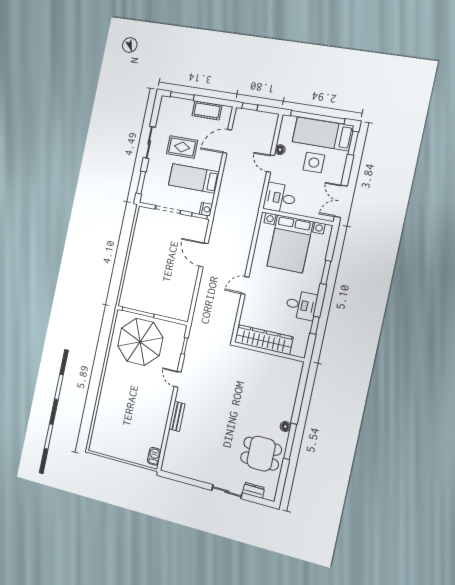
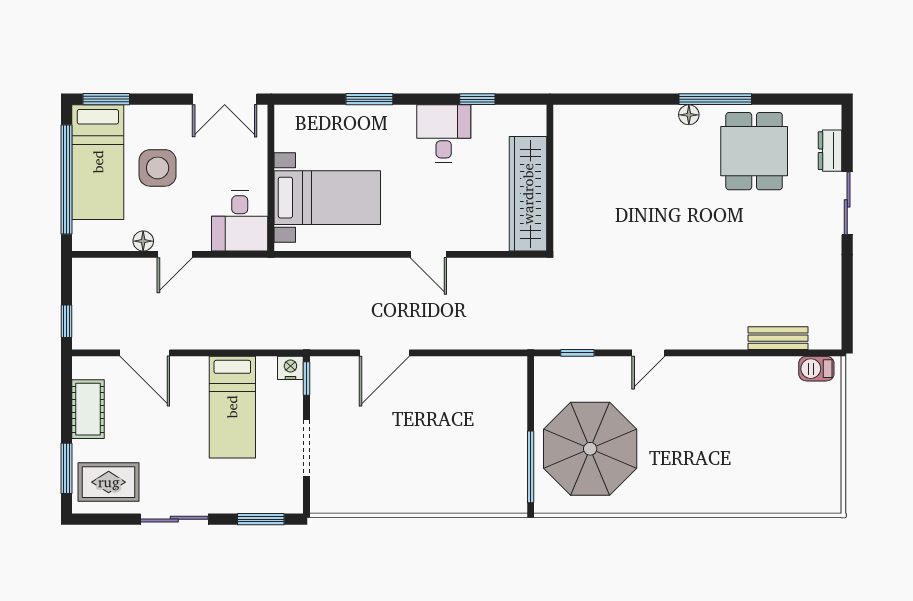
rug: (182, 147) -> (109, 482), moved, turned 90
bed with nightstands: (290, 244) -> (327, 198), width x0.73
bench: (177, 416) -> (778, 338), moved

